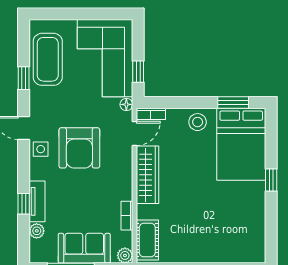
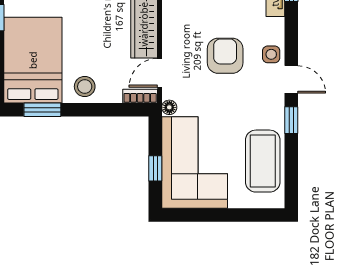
window: (138, 72) -> (155, 168), moved
window: (24, 78) -> (291, 120), moved
armchair: (79, 148) -> (225, 56), width x0.73, depth x0.73

